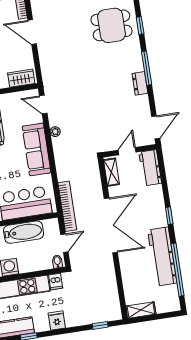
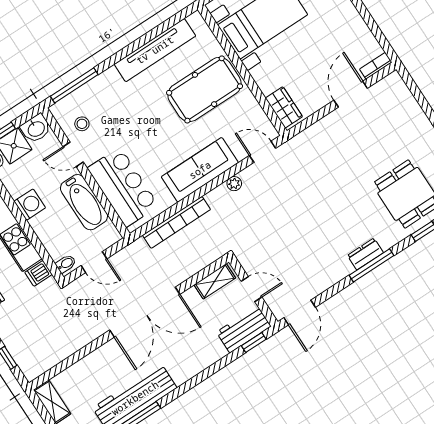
dresser: (140, 83) -> (365, 254), moved
door: (43, 104) -> (263, 152), hinge flipped
door: (156, 127) -> (300, 312), hinge flipped
bookcase: (67, 206) -> (176, 222), moved
window: (169, 216) -> (254, 342), moved

